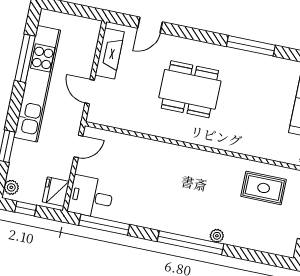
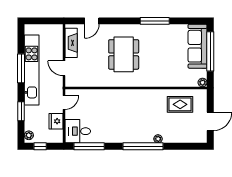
window: (25, 58) -> (21, 68), moved
dining table: (190, 89) -> (124, 54), turned 90
fridge: (56, 192) -> (56, 121), moved

